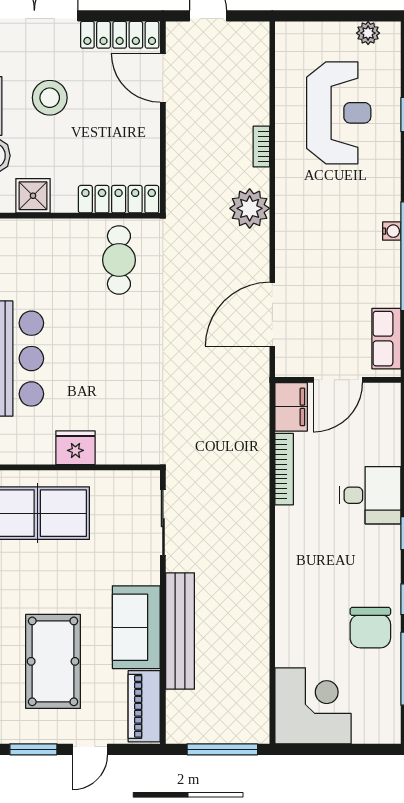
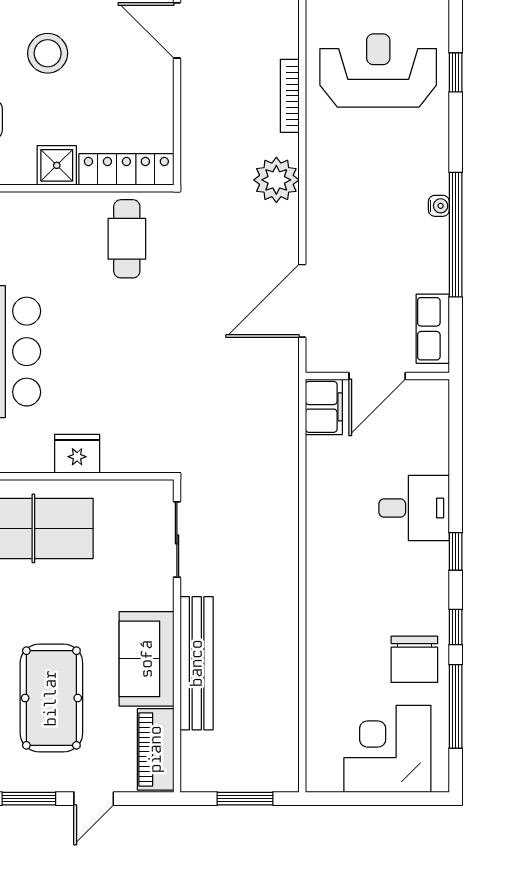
reception desk: (339, 113) -> (378, 70), turned -90
bookcase: (261, 147) -> (290, 96), width x1.56
shower: (33, 196) -> (57, 165), moved
bookcase: (284, 469) -> (316, 478), removed
corner desk: (313, 706) -> (387, 749), moved, turned -90
window: (222, 749) -> (245, 799), width x0.69

